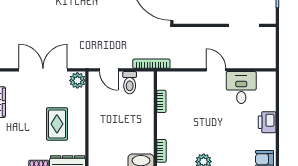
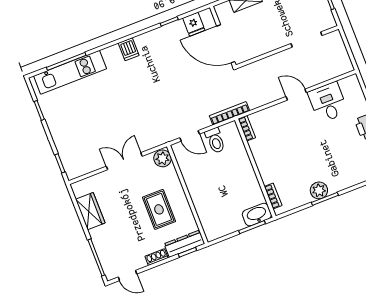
double door: (43, 70) -> (124, 161), width x0.73
bookcase: (161, 101) -> (247, 128), moved

